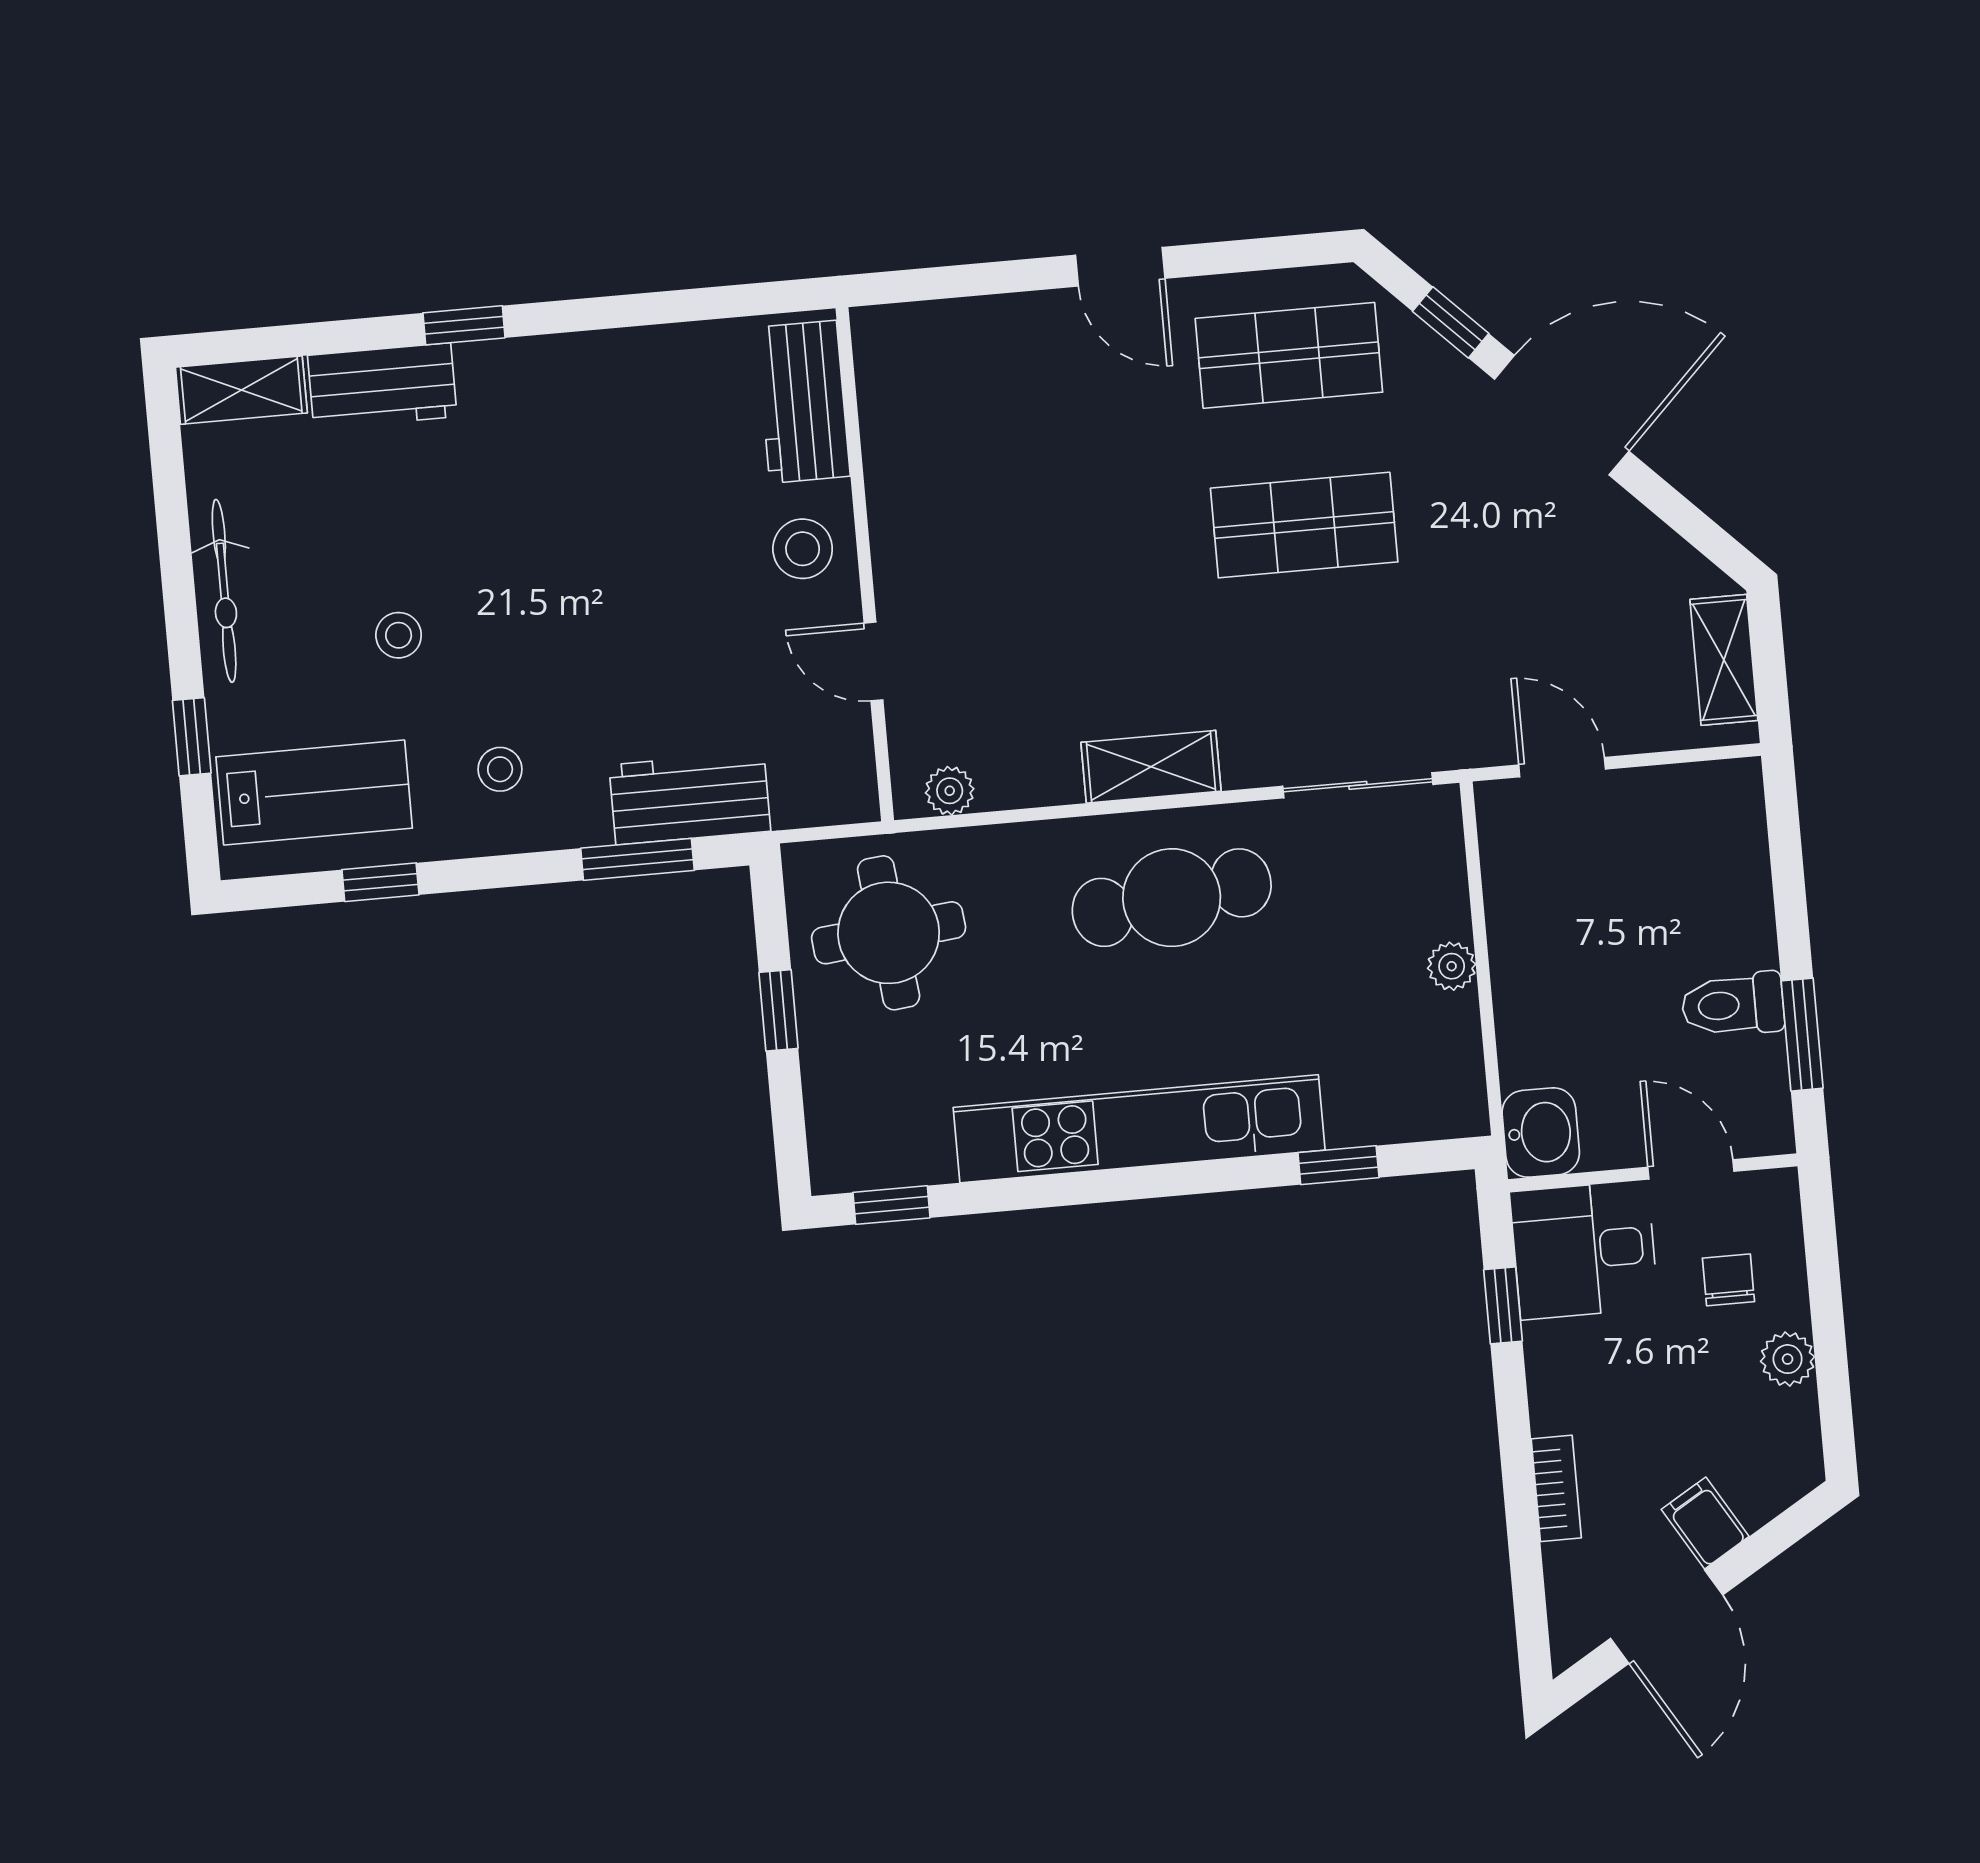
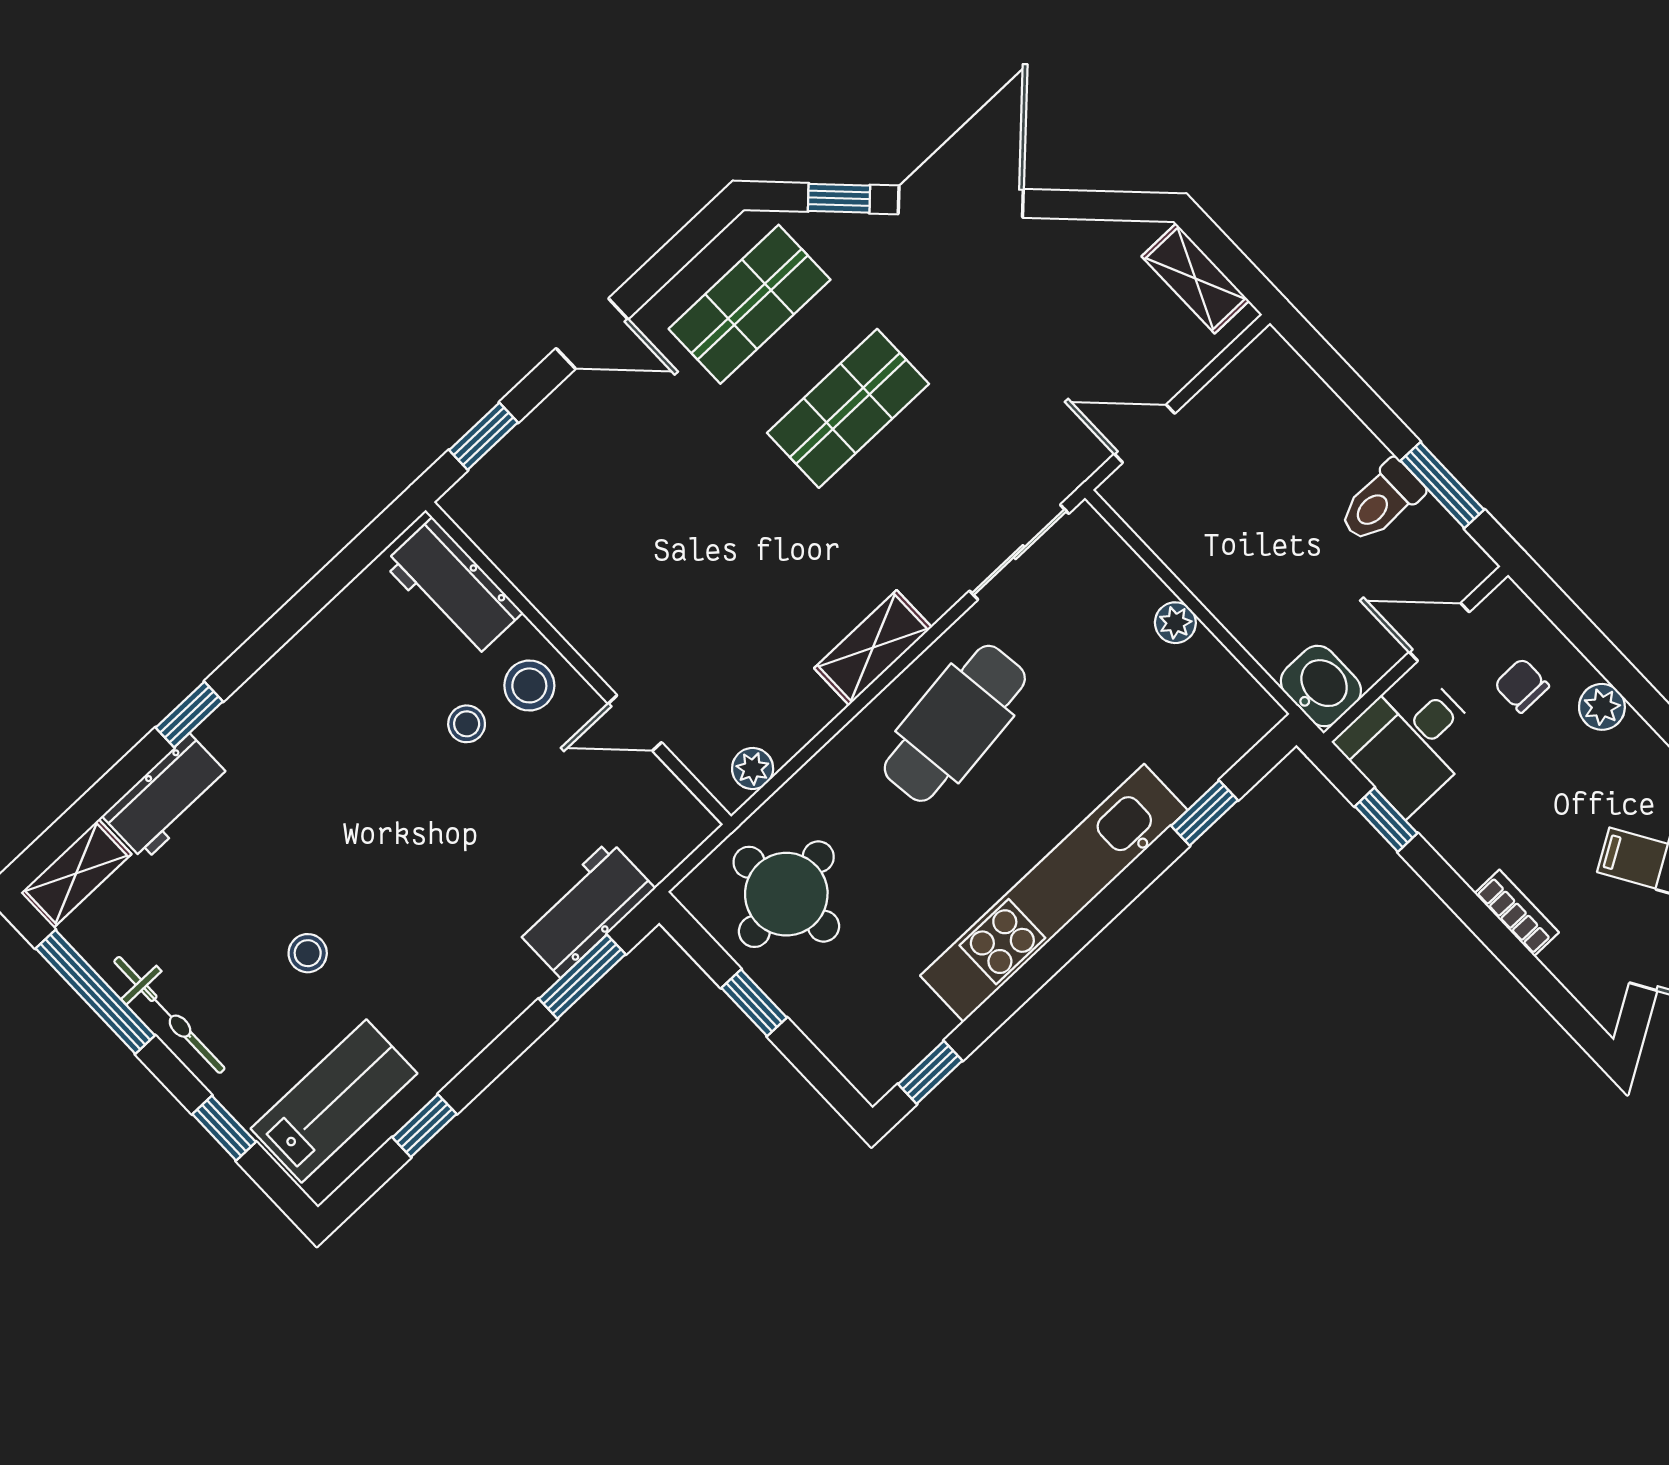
window: (943, 282) -> (483, 436), added
window: (172, 515) -> (95, 992), added
stool: (500, 769) -> (467, 724), moved

